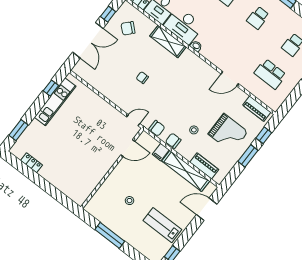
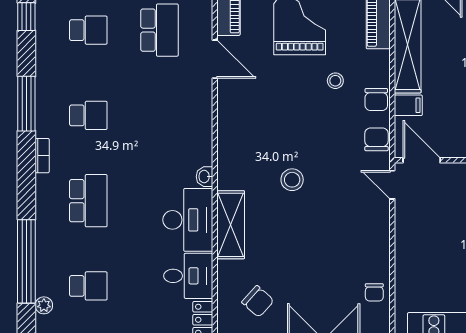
chair: (142, 78) -> (374, 292), moved
door: (230, 79) -> (215, 59), moved
stool: (167, 81) -> (292, 180), added
door: (128, 148) -> (422, 160), moved

